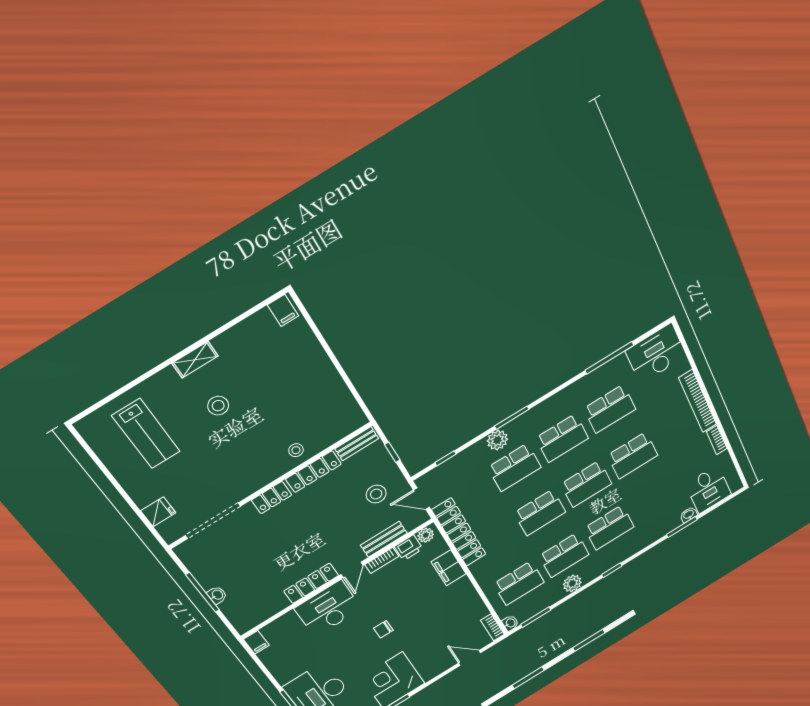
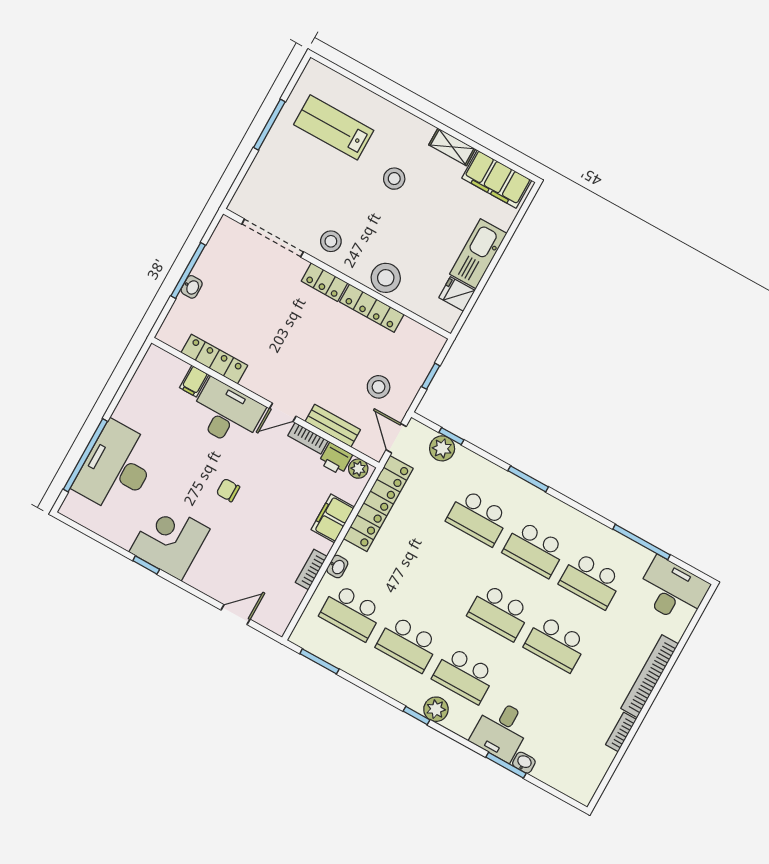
filing cabinet: (283, 310) -> (497, 179), width x3.00, depth x1.17
shelving: (195, 360) -> (452, 147), moved
kitchen sink: (320, 369) -> (478, 254), added
lab bench: (146, 434) -> (334, 127), turned 90
plant: (497, 440) -> (442, 448), moved
bench: (357, 444) -> (422, 334), removed
stool: (296, 450) -> (386, 278), width x1.89, depth x1.89
stool: (242, 478) -> (331, 241), added
window: (115, 483) -> (269, 125), added
desk: (708, 489) -> (501, 730), moved
fridge: (158, 512) -> (457, 294), moved, turned 180
school desk: (540, 512) -> (443, 581), removed
locker: (311, 583) -> (214, 359), moved
plant: (572, 583) -> (436, 709), moved
washbasin: (510, 623) -> (337, 567), moved
bookcase: (492, 627) -> (311, 569), moved
filing cabinet: (256, 642) -> (194, 381), moved
door: (470, 658) -> (235, 615), hinge flipped

